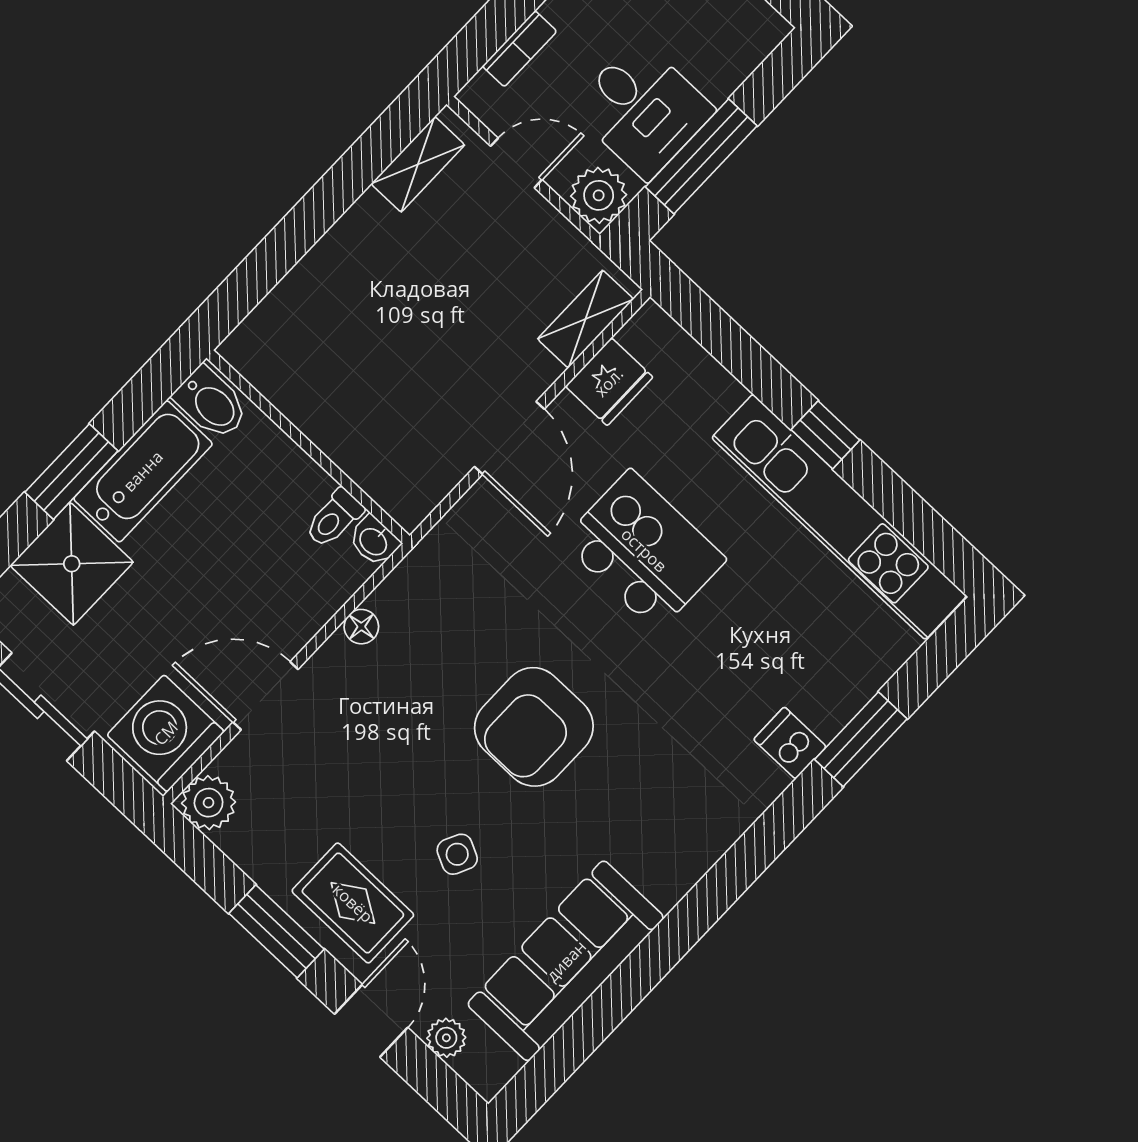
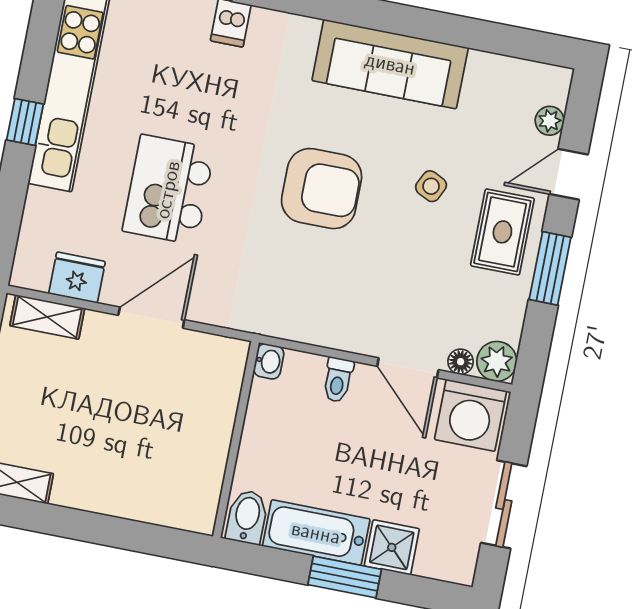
toilet: (334, 518) -> (338, 380), moved, turned 90
shower: (72, 564) -> (392, 547), width x0.73, depth x0.73
floor lamp: (361, 627) -> (461, 362), moved
sofa: (566, 961) -> (390, 64), moved

